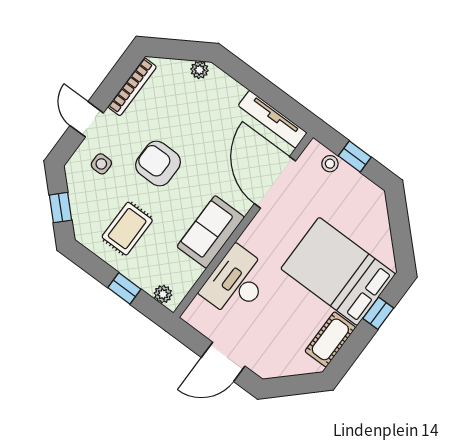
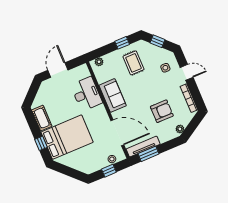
window: (280, 101) -> (149, 154), added
armchair: (158, 164) -> (162, 111), moved
window: (124, 288) -> (122, 43), moved

